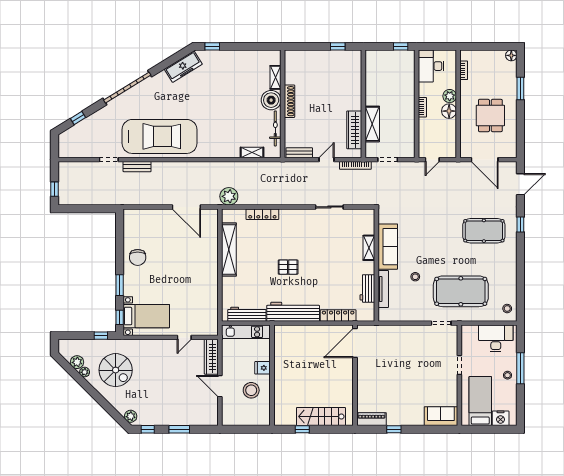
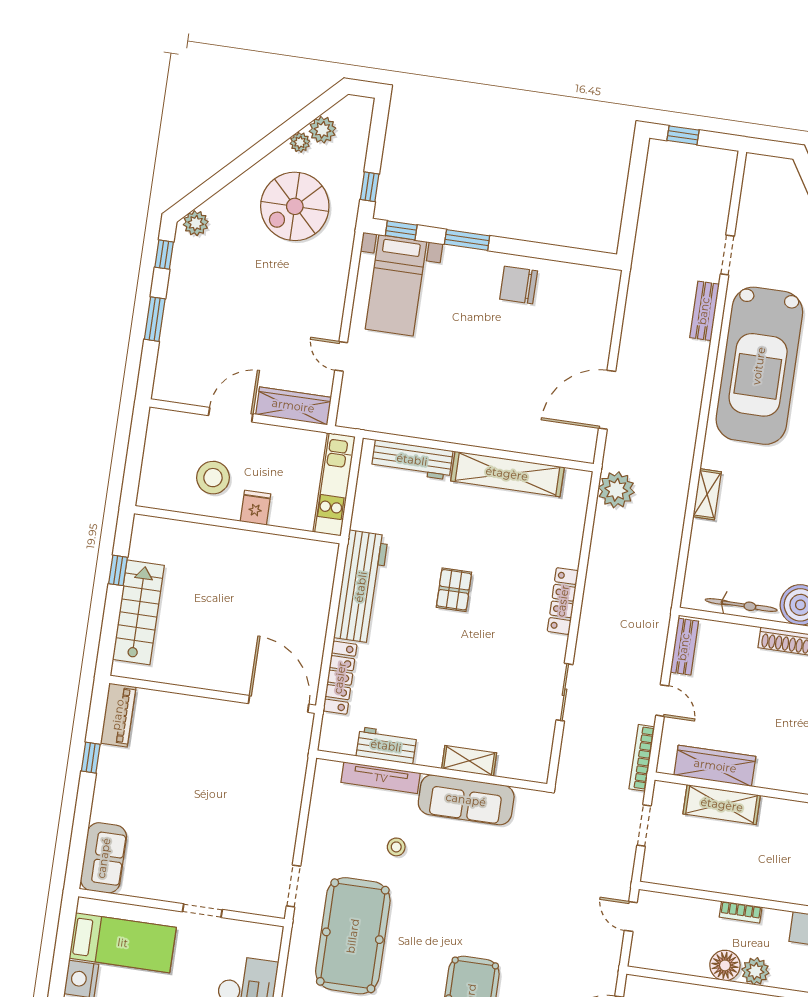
shelving: (252, 152) -> (707, 494), moved
locker: (262, 214) -> (563, 601), moved
workbench: (247, 314) -> (412, 460), moved, turned 90

